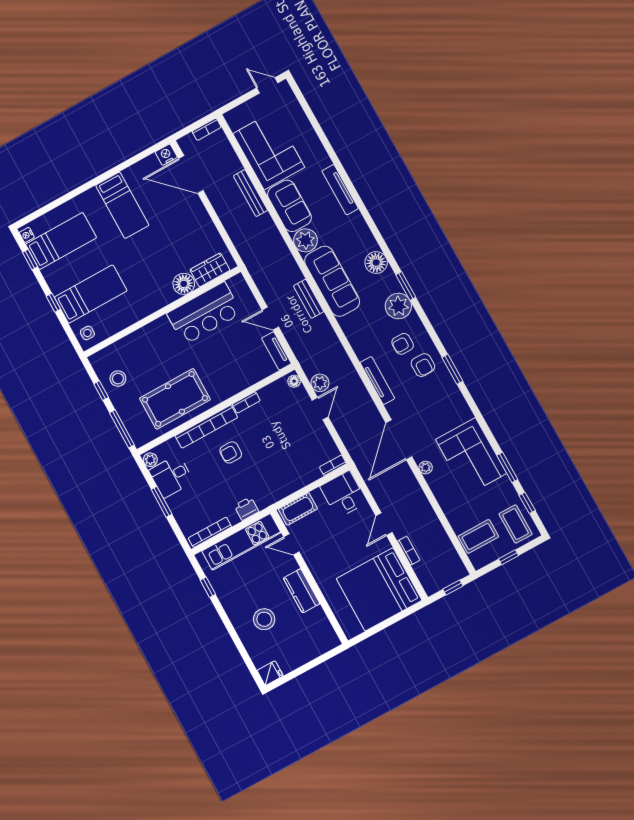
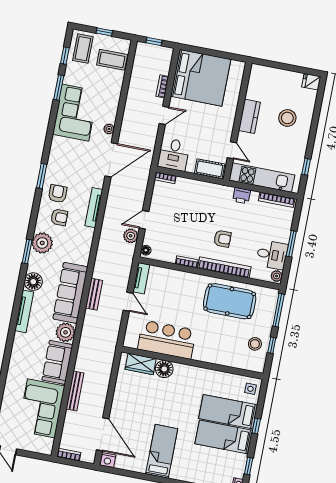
tv unit: (340, 190) -> (24, 311), moved
bed: (61, 241) -> (224, 437), moved

